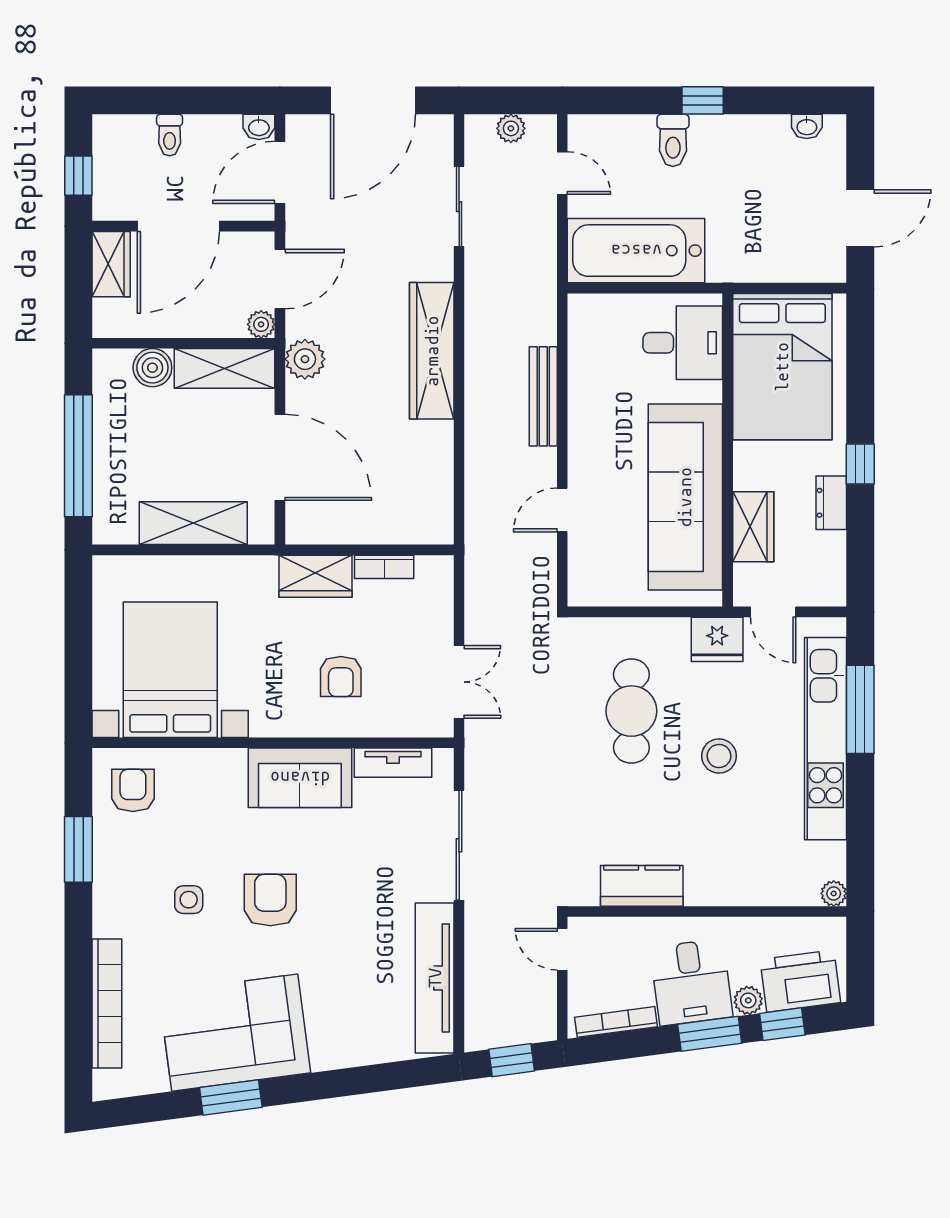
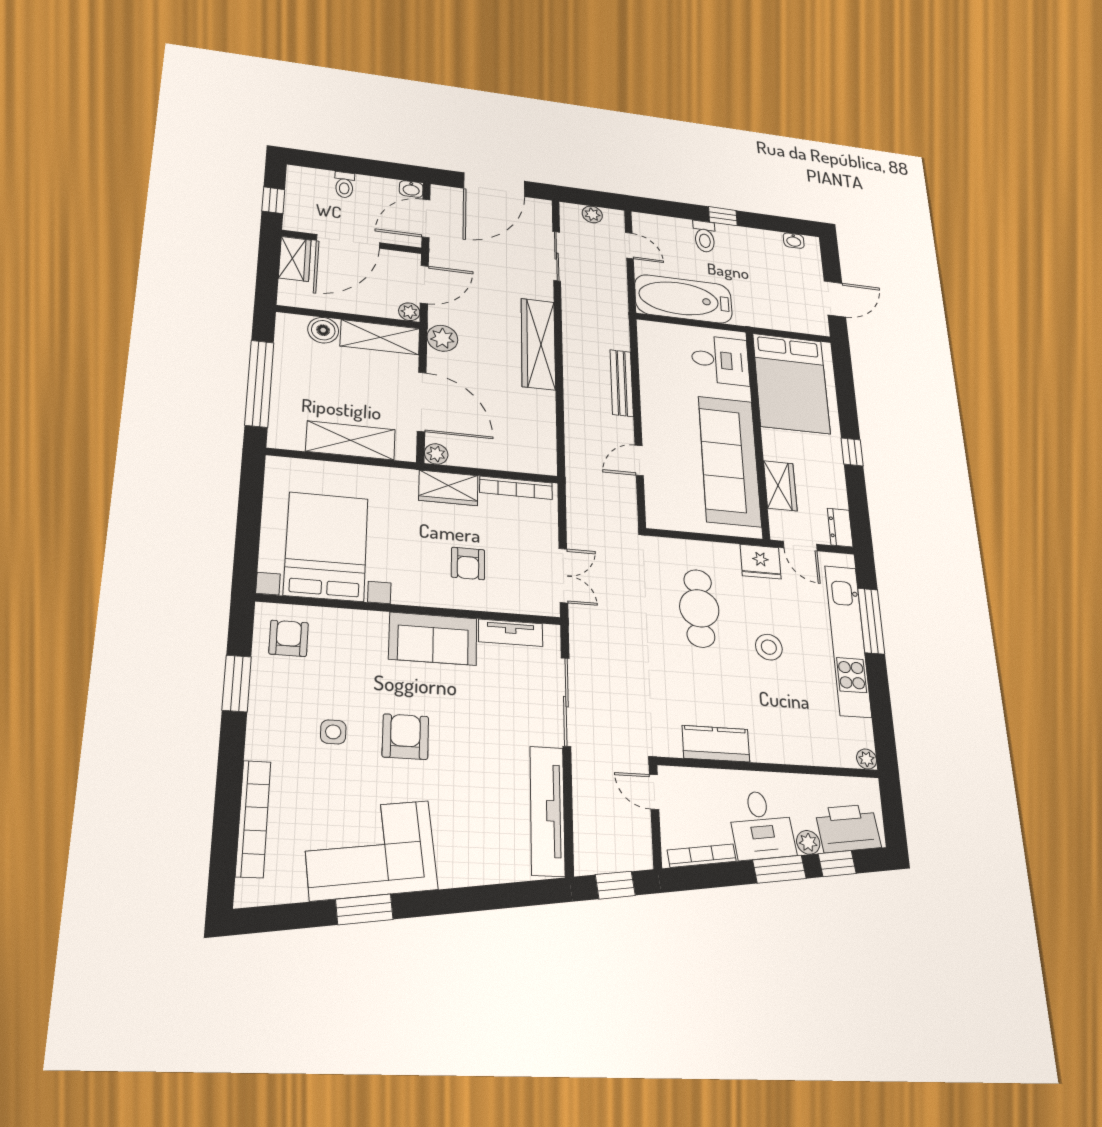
dresser: (831, 503) -> (840, 528), moved
plant: (300, 530) -> (436, 454), added
bookcase: (384, 567) -> (516, 488), width x1.56

